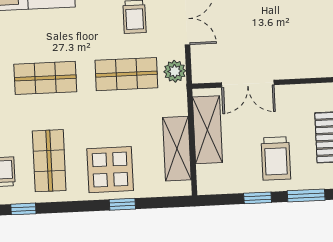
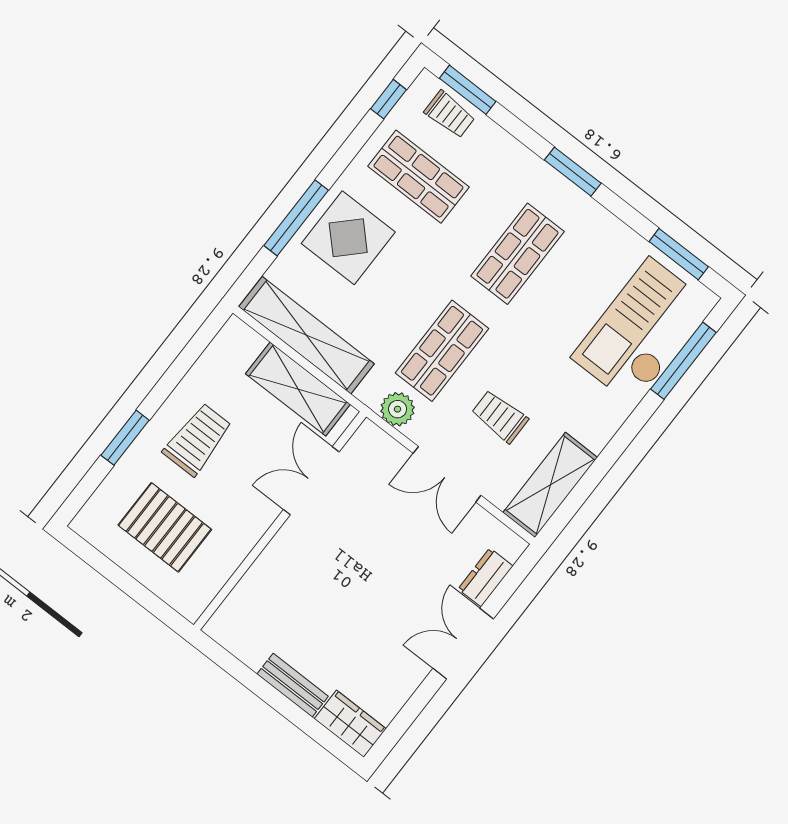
shelving: (177, 149) -> (306, 335), width x1.47
trolley: (276, 158) -> (198, 439), turned 90
window: (258, 198) -> (170, 380), removed
window: (122, 204) -> (296, 218), width x2.17

